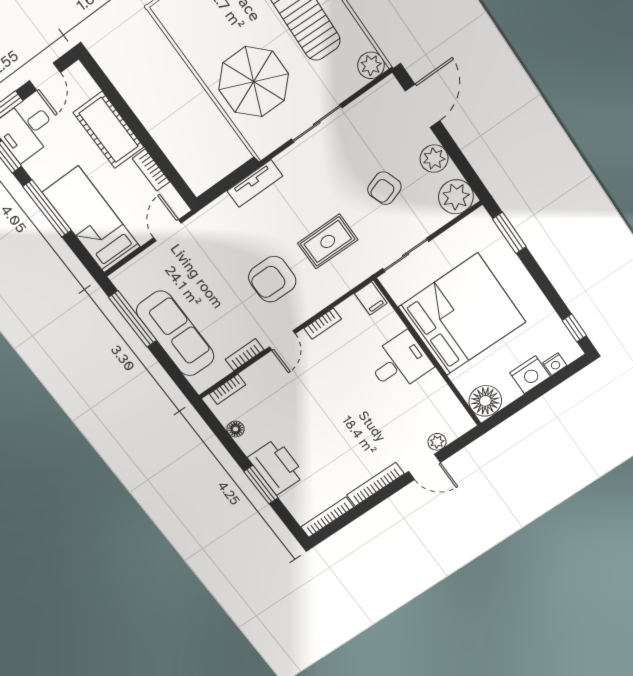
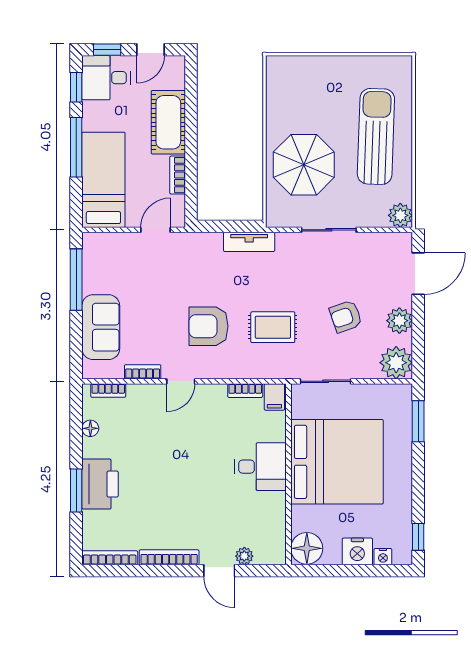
bookcase: (323, 324) -> (245, 391), moved
sofa: (175, 334) -> (101, 327), width x0.73

